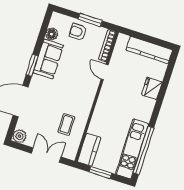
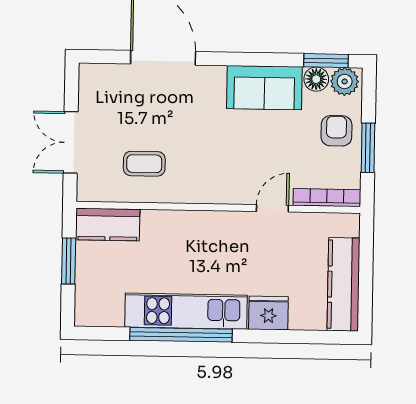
window: (32, 65) -> (326, 61), moved
plant: (20, 136) -> (345, 81), moved
kitchen unit: (132, 149) -> (186, 311), moved
window: (144, 150) -> (181, 335), moved
double door: (46, 155) -> (71, 142), swing flipped

